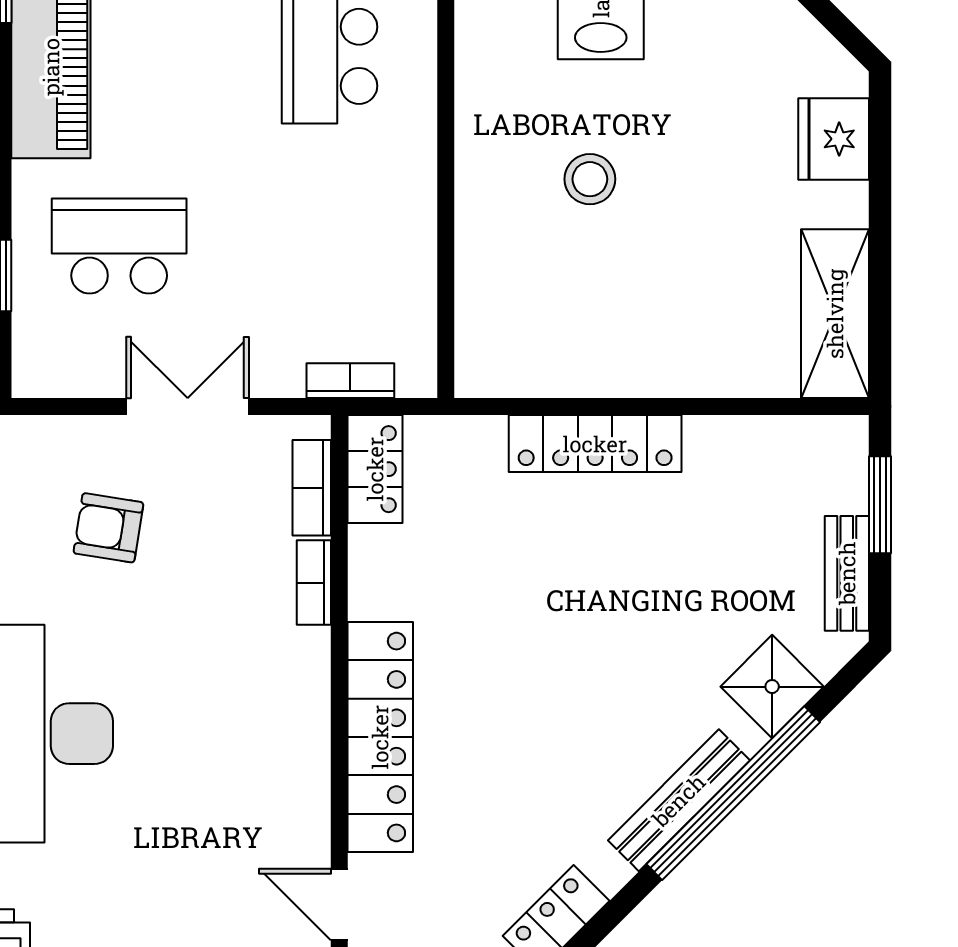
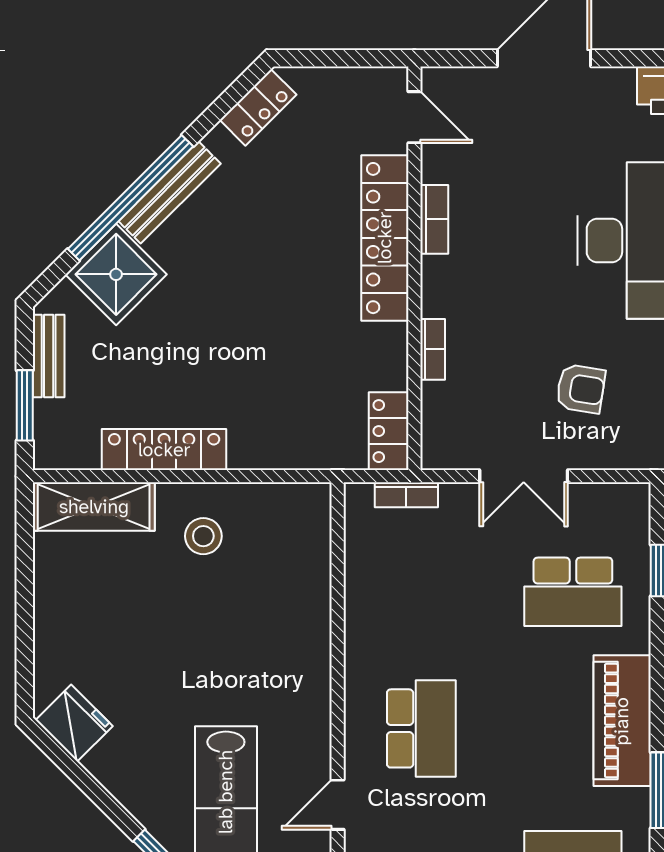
fridge: (834, 139) -> (74, 723), moved, turned -45
stool: (590, 179) -> (203, 536), moved
shelving: (835, 314) -> (94, 507), moved, turned 90
locker: (595, 444) -> (164, 450), moved
bookcase: (312, 488) -> (434, 219), moved
shower: (772, 687) -> (116, 274), width x1.36, depth x1.36

